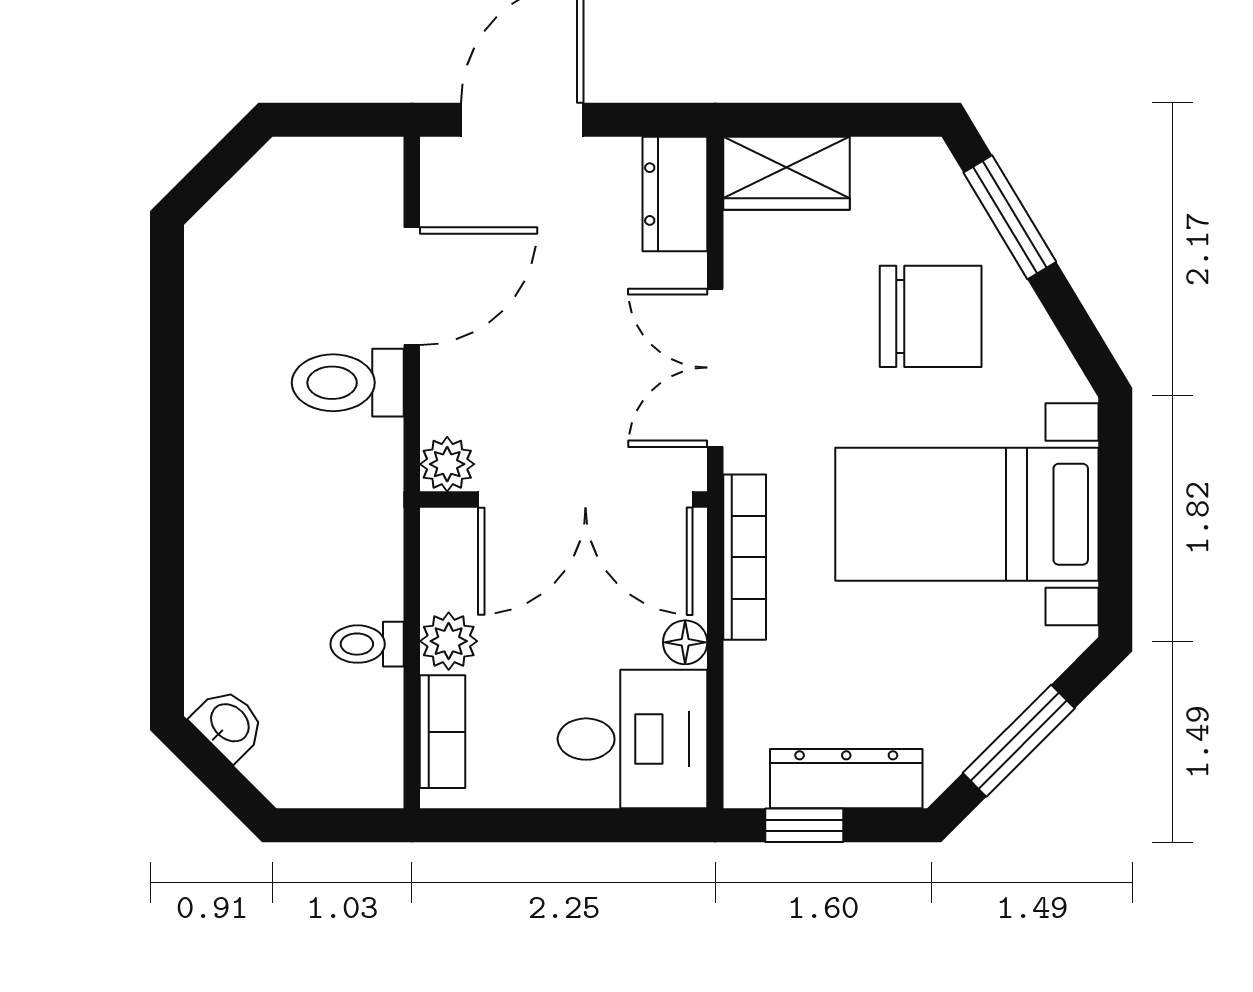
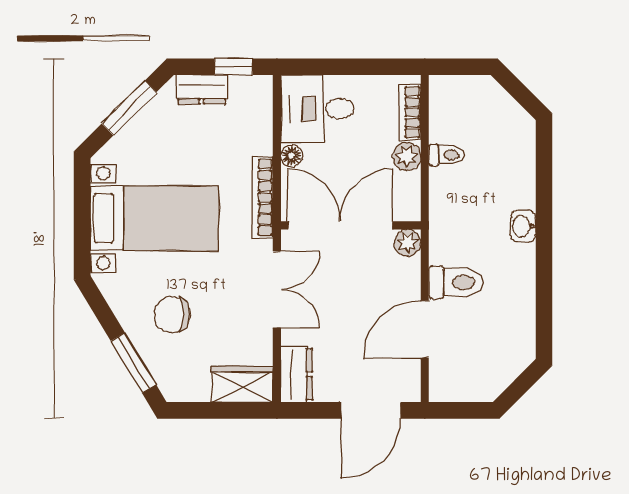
chair: (931, 316) -> (172, 315), width x0.73, depth x0.73
washbasin: (229, 724) -> (523, 226), moved, turned 45
dresser: (846, 779) -> (202, 89), width x0.70

